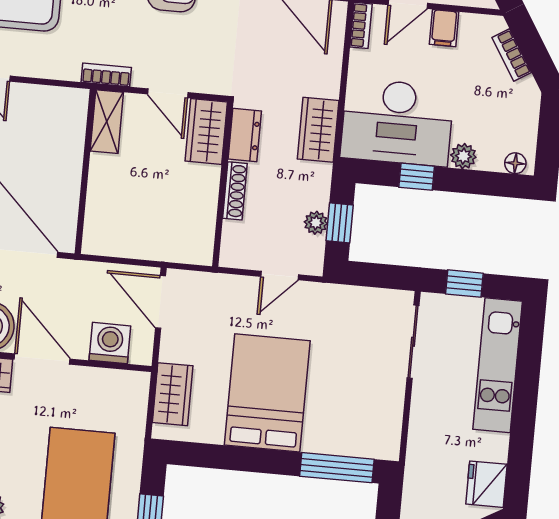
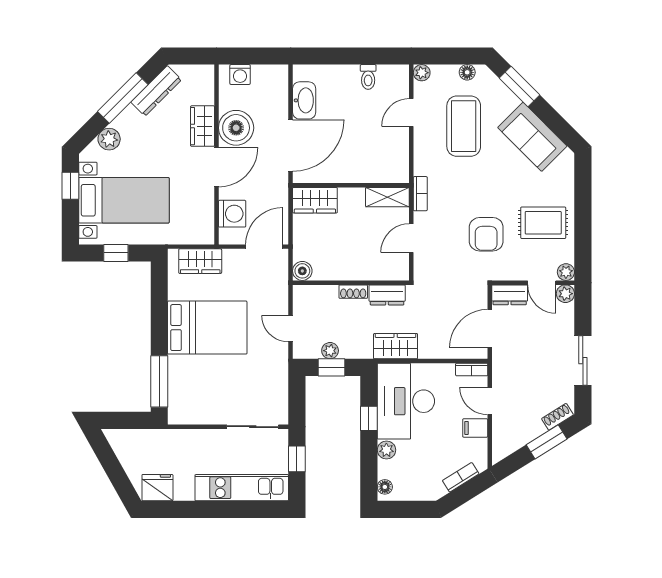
wardrobe: (206, 132) -> (315, 200), moved, turned 180
shoe rack: (235, 191) -> (353, 292), width x0.70
boiler: (200, 251) -> (302, 271), added

